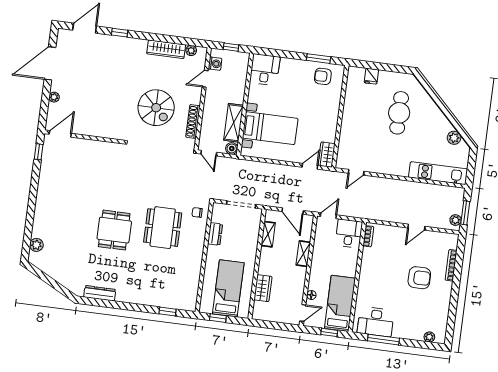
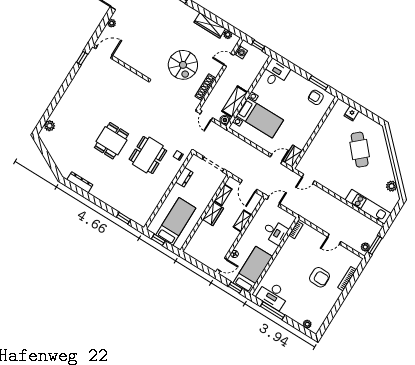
cafe table: (399, 113) -> (360, 150), turned -42
desk: (349, 233) -> (275, 232), moved, turned 90
wardrobe: (263, 288) -> (213, 214), moved

